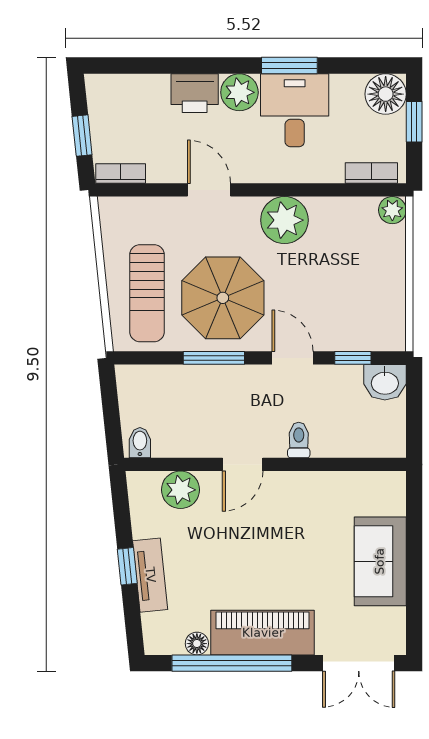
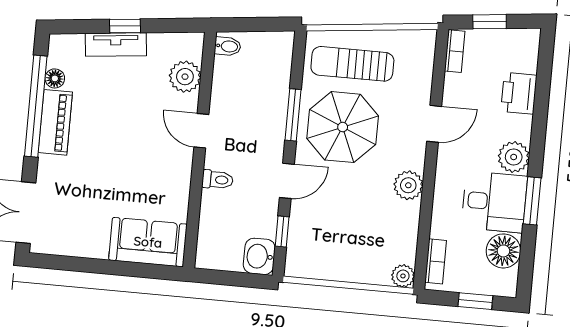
printer: (195, 93) -> (519, 93), moved
floor lamp: (386, 94) -> (503, 251), moved
plant: (284, 220) -> (408, 185), width x0.73, depth x0.73
sofa: (380, 561) -> (148, 242), moved
piano: (263, 633) -> (55, 122), width x0.73, depth x0.75

